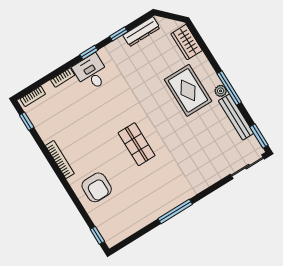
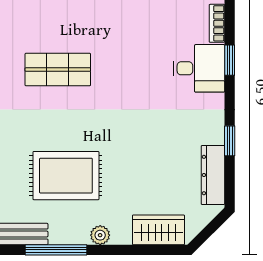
window: (89, 52) -> (230, 60), moved
rug: (188, 90) -> (66, 176), moved
plant: (221, 91) -> (100, 235), moved

